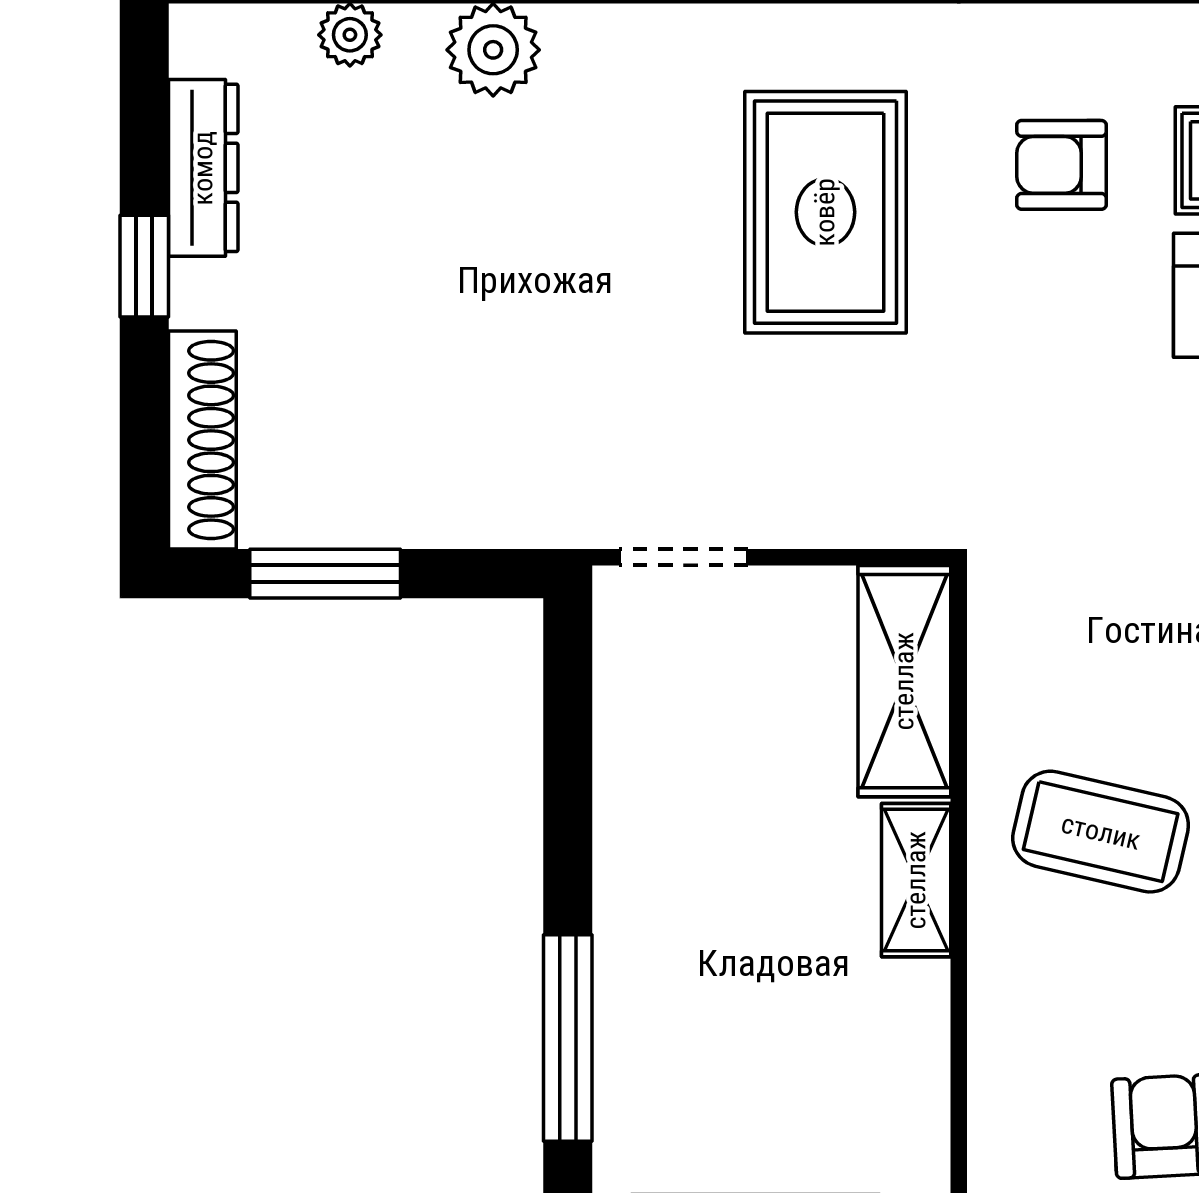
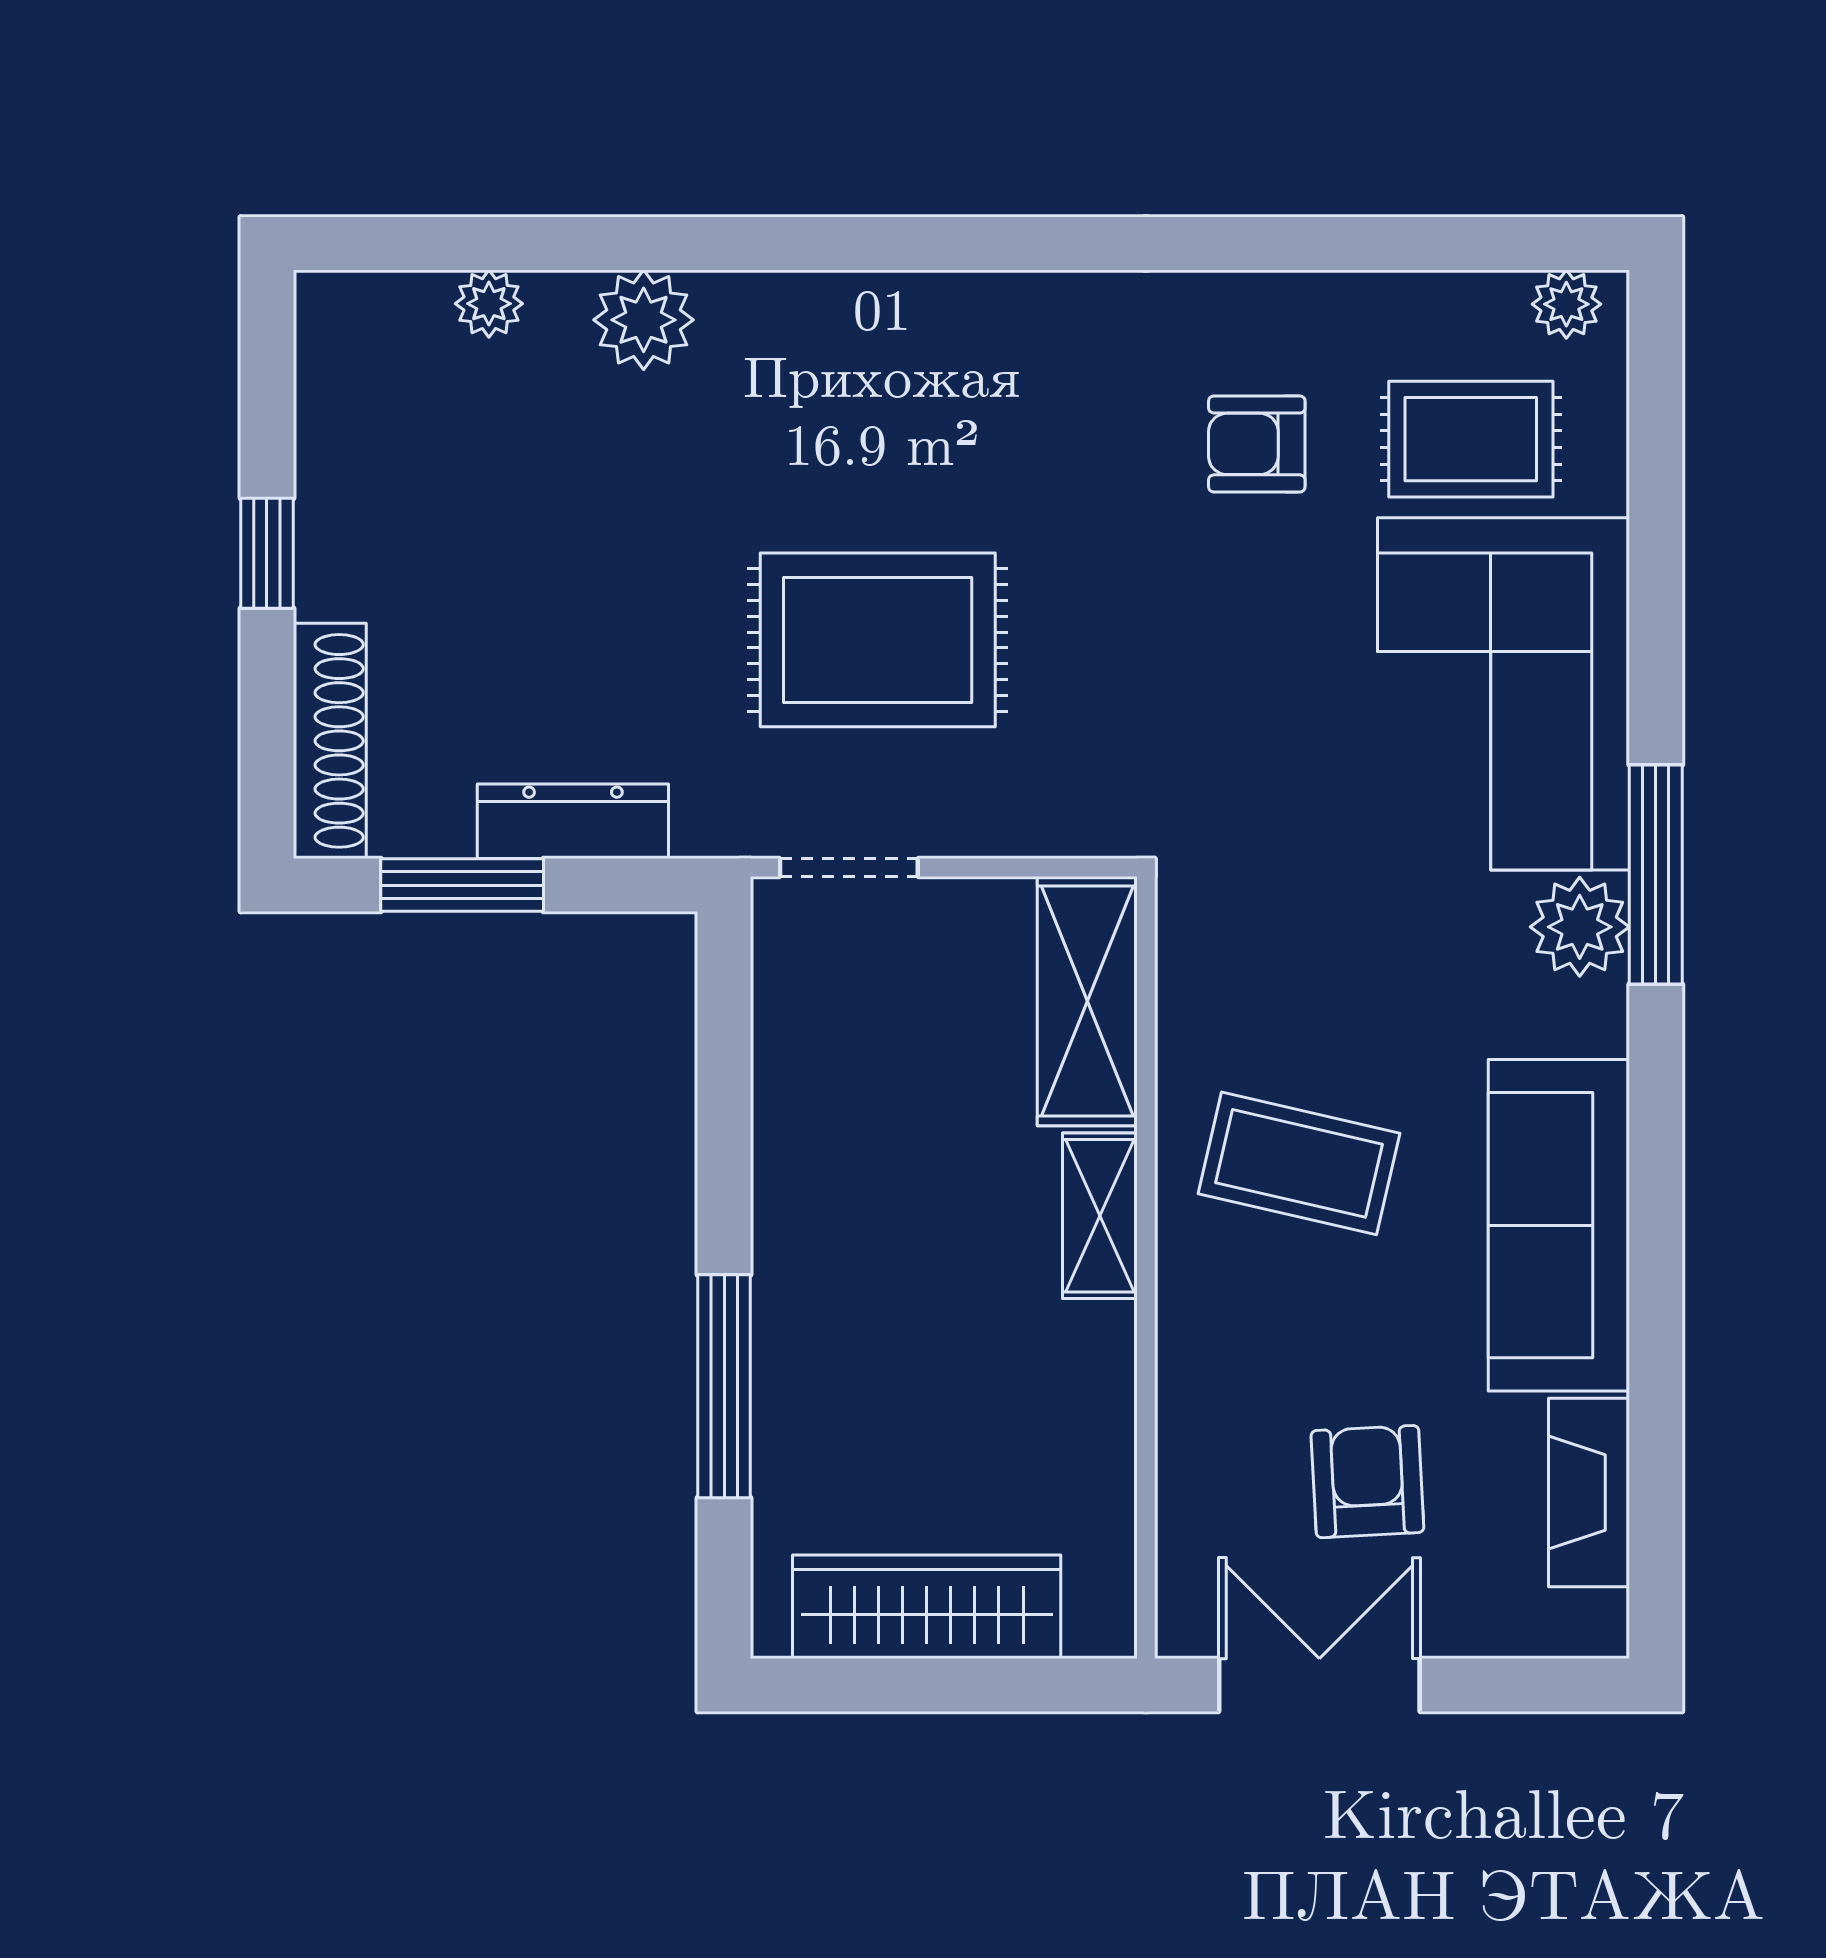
dresser: (203, 168) -> (573, 821), moved, turned -90
rug: (825, 212) -> (878, 640), moved, turned 90

